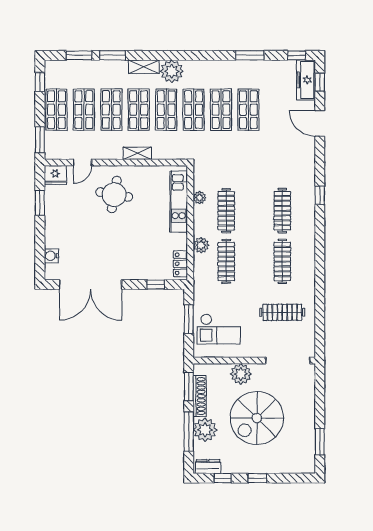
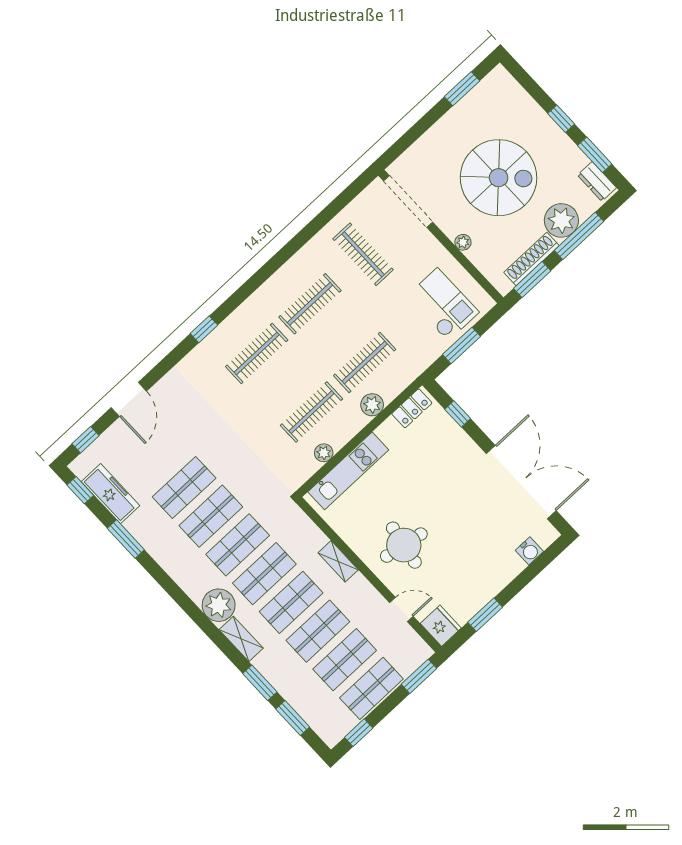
freezer: (306, 80) -> (111, 494), moved, turned -90
plant: (241, 374) -> (463, 242), width x0.53, depth x0.53
window: (223, 478) -> (595, 155), width x1.50

